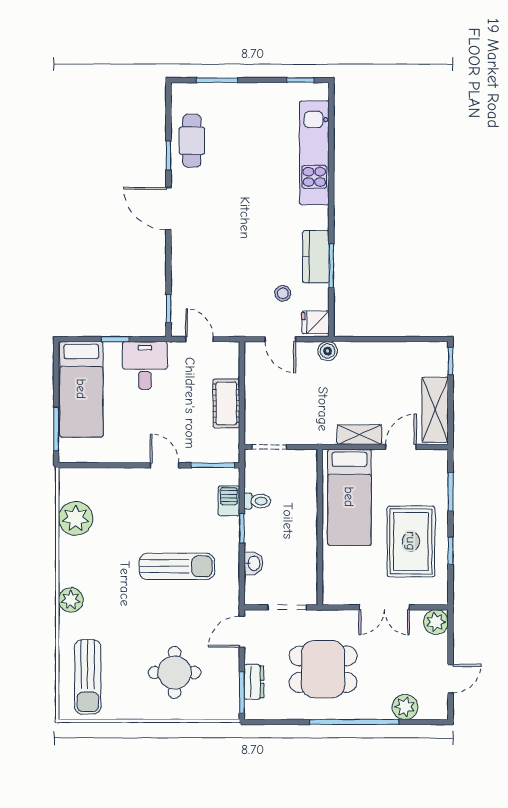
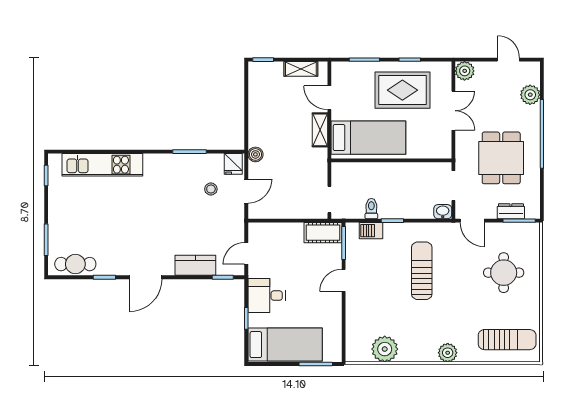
cafe table: (192, 141) -> (75, 264), moved
kitchen counter: (316, 257) -> (195, 265), moved, turned 180
cot: (226, 403) -> (323, 233), moved
shelving: (435, 410) -> (301, 69), width x0.67, depth x0.75
washbasin: (253, 563) -> (443, 212), moved

